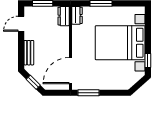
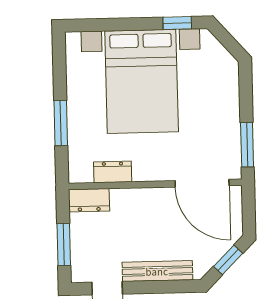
dresser: (77, 15) -> (113, 172), moved
bench: (29, 53) -> (157, 271), width x1.36

